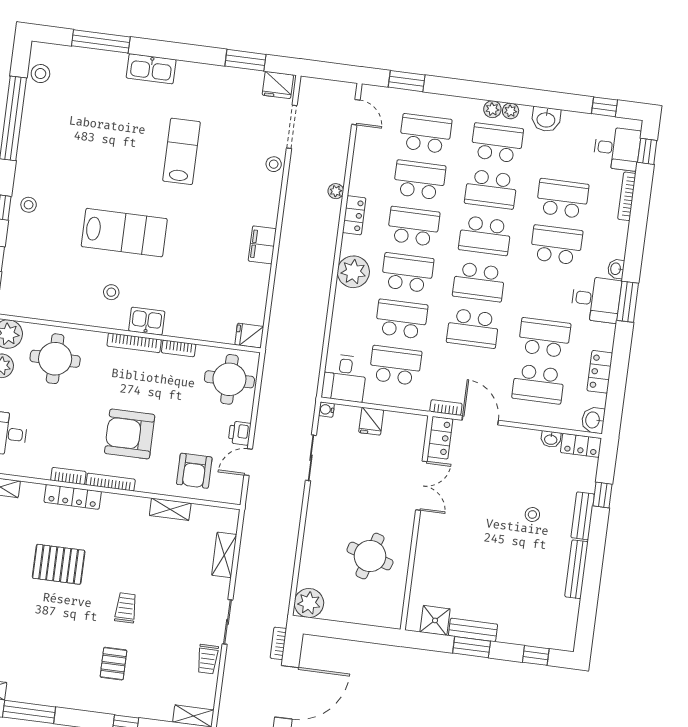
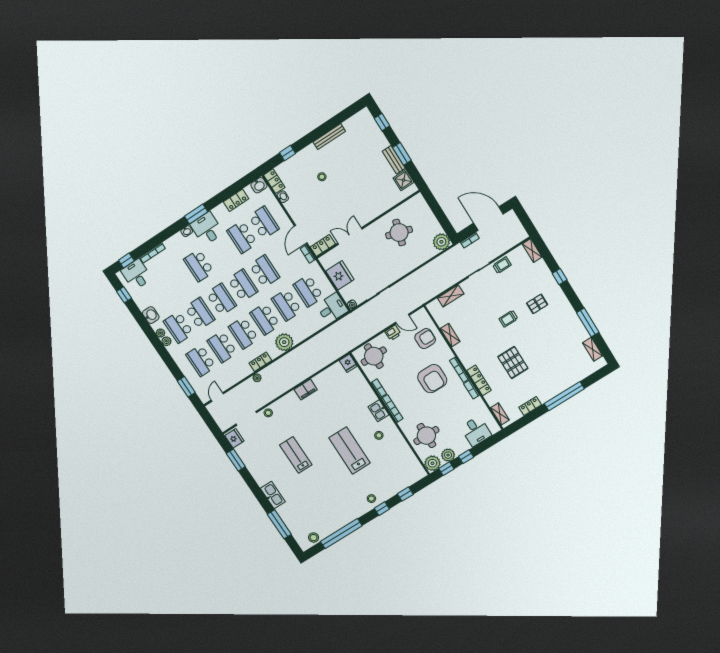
lab bench: (182, 151) -> (296, 455), turned 90
school desk: (562, 199) -> (177, 280), removed
fridge: (371, 421) -> (340, 275), width x1.88, depth x1.34
bench: (583, 516) -> (304, 154), removed

